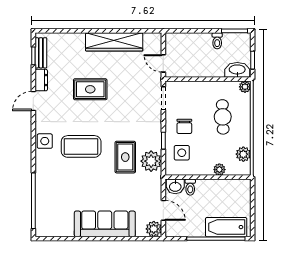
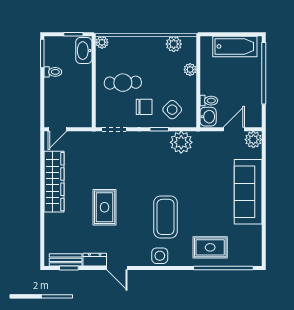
door: (163, 63) -> (57, 129), moved
cafe table: (223, 117) -> (123, 83), moved
side table: (182, 153) -> (172, 110), turned 45
rug: (125, 157) -> (210, 247), moved
bathtub: (226, 227) -> (235, 46), moved, turned -90

